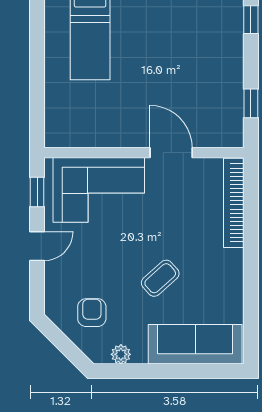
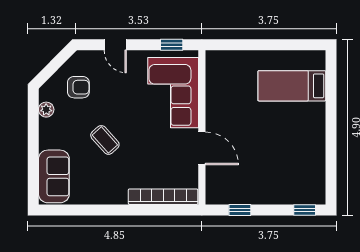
door: (171, 153) -> (202, 148), hinge flipped
door: (37, 246) -> (115, 45), moved
sofa: (195, 344) -> (54, 176), width x0.73

